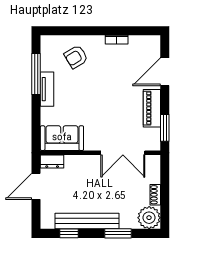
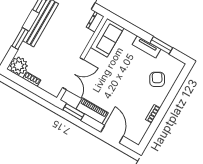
window: (36, 74) -> (161, 45), width x0.69
double door: (123, 153) -> (73, 74), swing flipped

